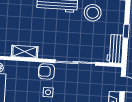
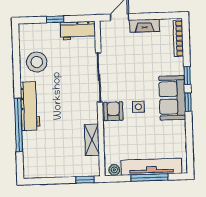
armchair: (46, 71) -> (113, 111), turned 180

